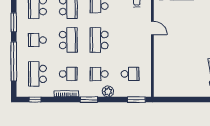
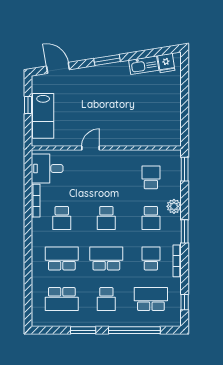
school desk: (99, 40) -> (106, 218), width x0.54
school desk: (37, 74) -> (151, 299), turned 180

